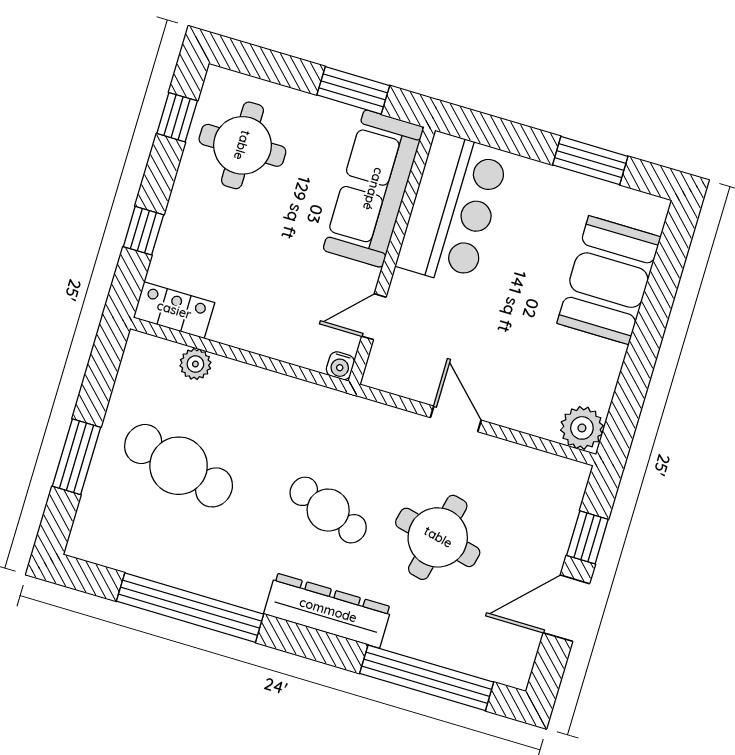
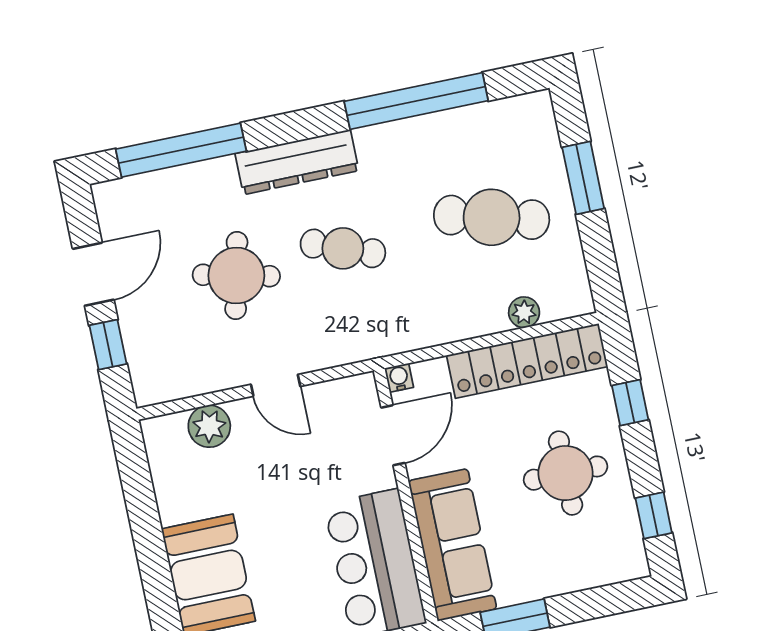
round table: (242, 145) -> (566, 473), moved
locker: (174, 310) -> (527, 361), width x2.16, depth x1.21
door: (374, 317) -> (393, 435), width x1.37
plant: (582, 428) -> (209, 426), moved

